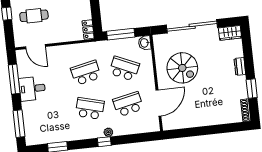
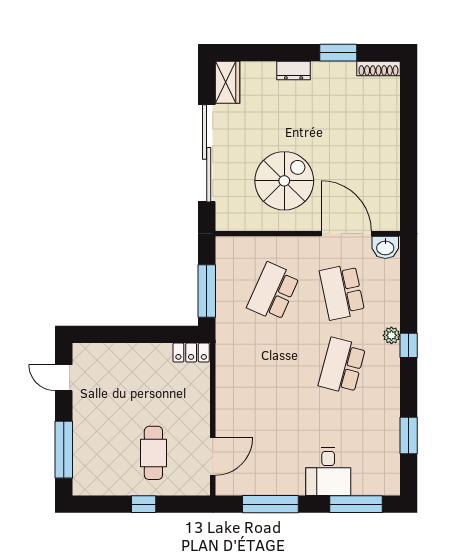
washbasin: (145, 43) -> (385, 247), moved
school desk: (86, 73) -> (273, 366), removed
desk: (32, 89) -> (328, 472), moved

